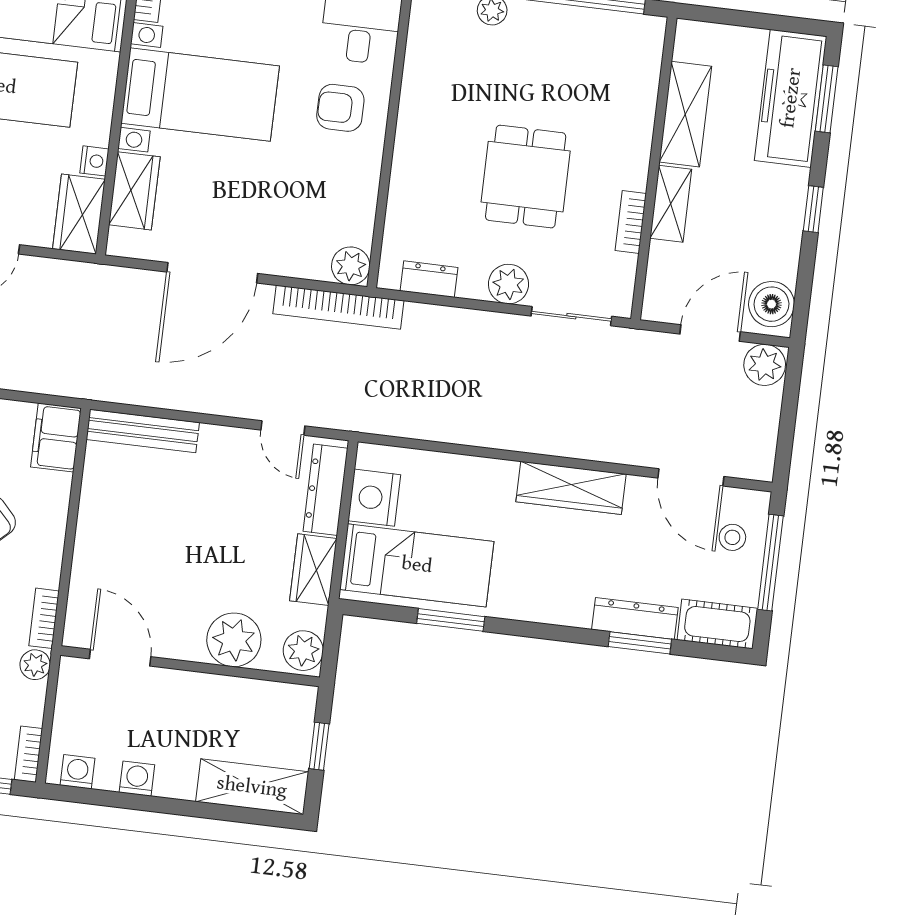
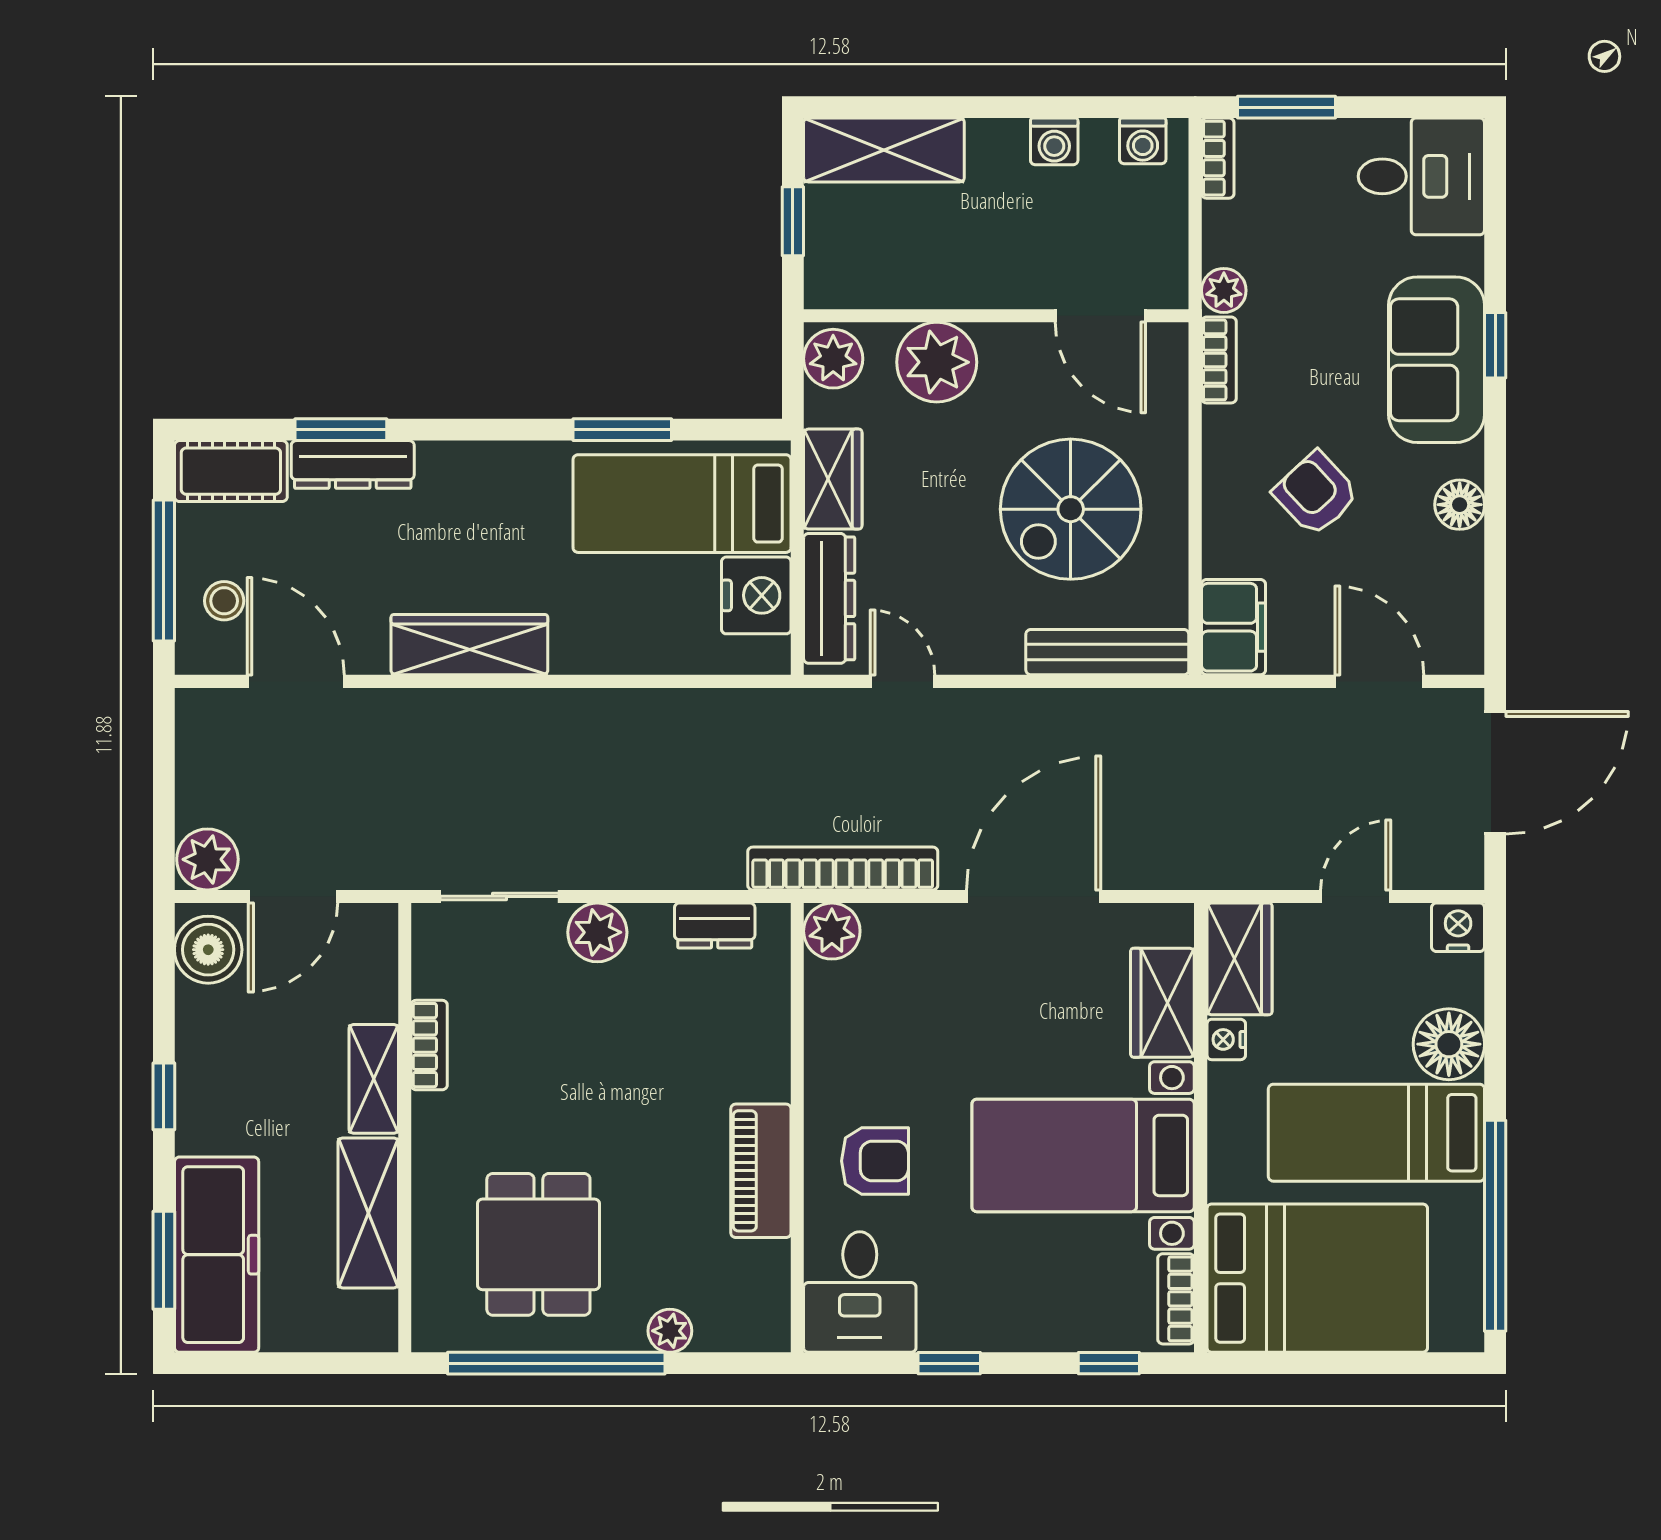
piano: (418, 110) -> (761, 1171), added
dining table: (526, 177) -> (538, 1244), moved
spiral stairs: (156, 530) -> (1071, 509), added

